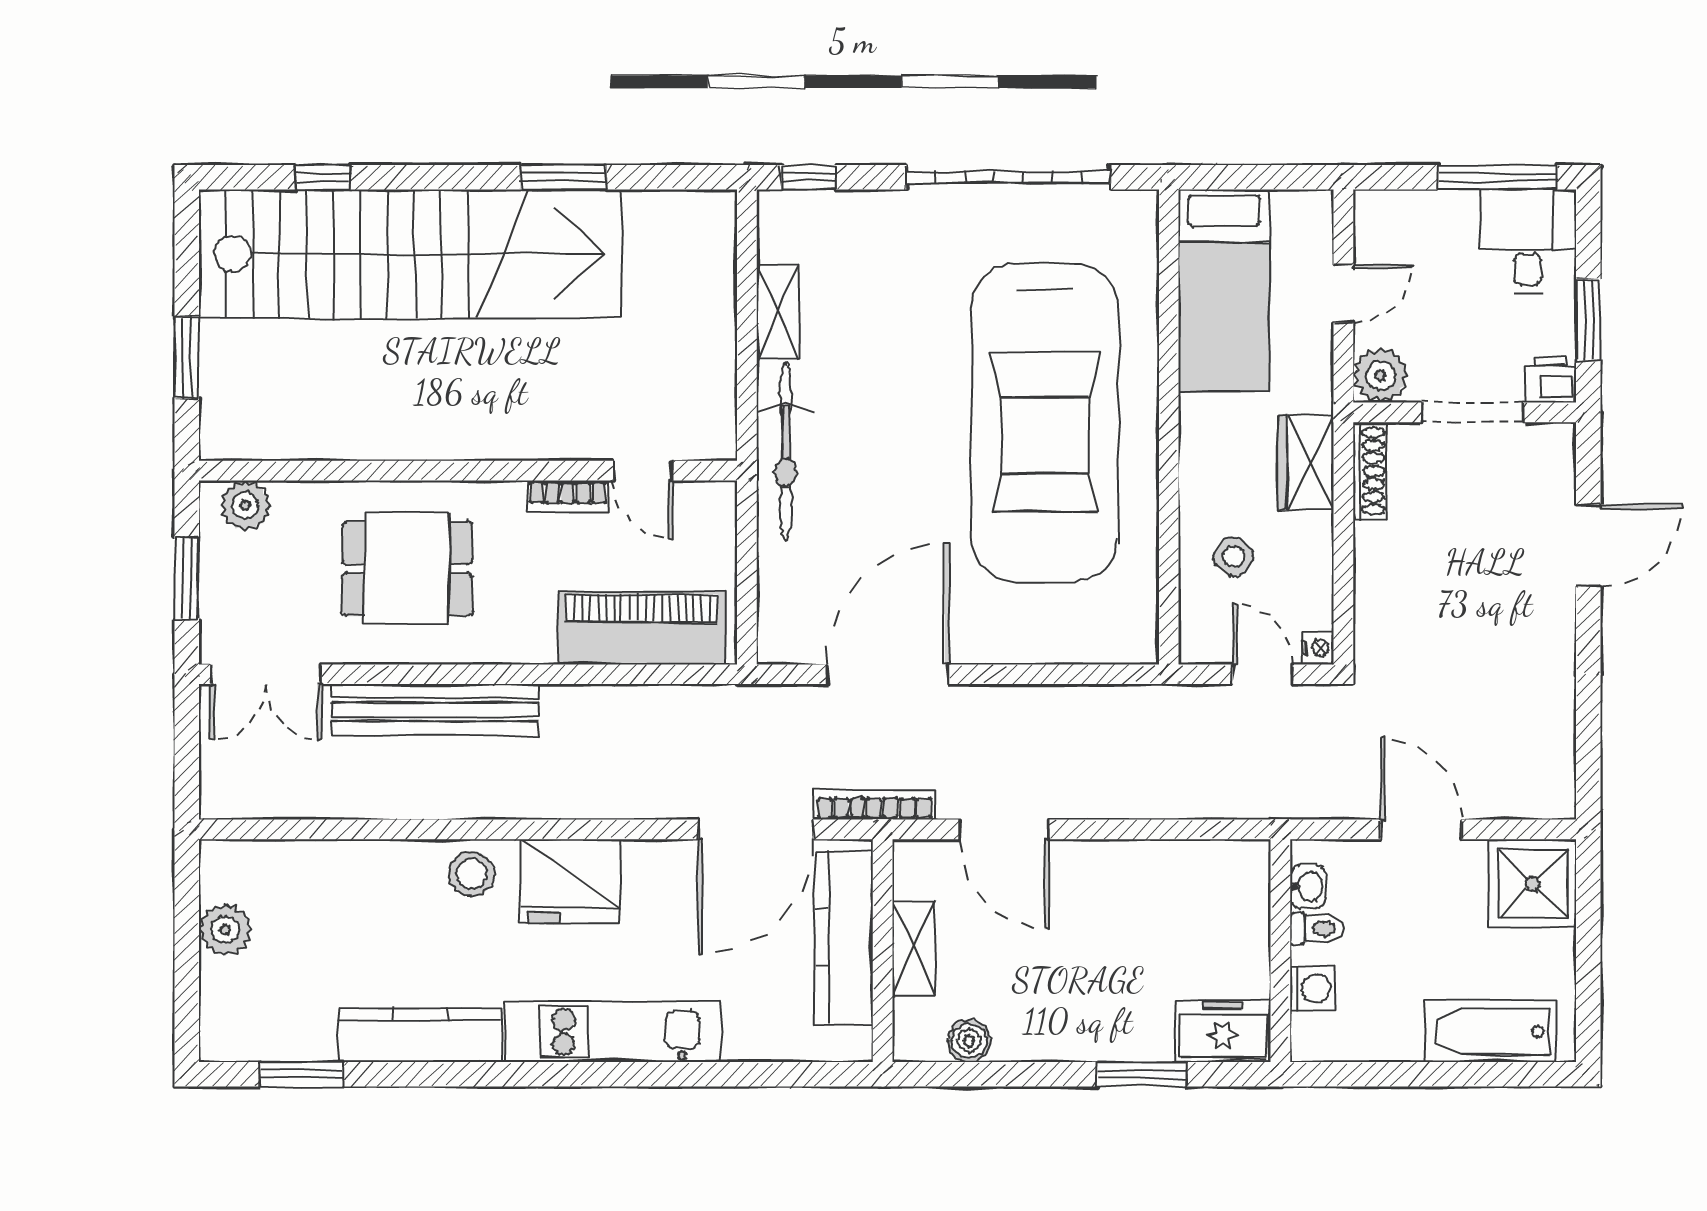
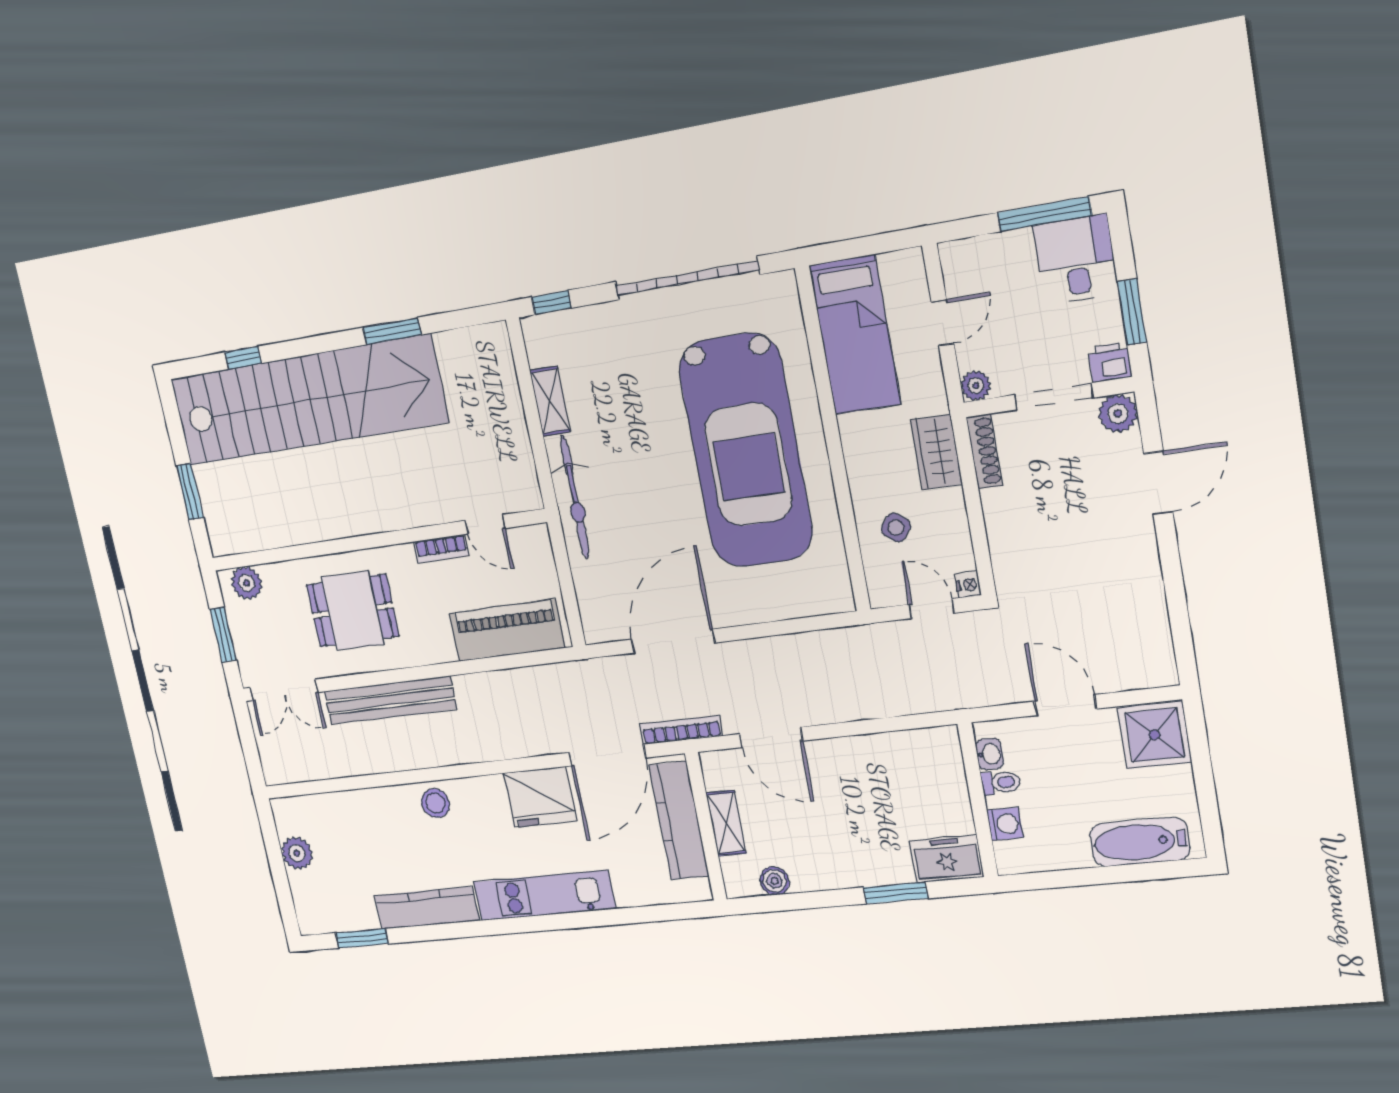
plant: (1381, 375) -> (976, 386), width x0.73, depth x0.73
plant: (1551, 447) -> (1118, 414), added
fridge: (570, 881) -> (540, 797), moved

